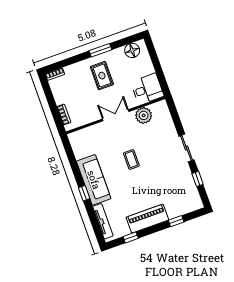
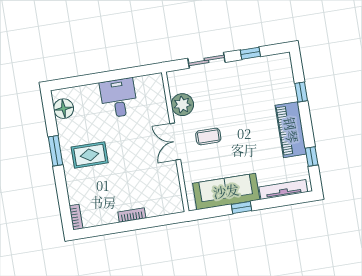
double door: (116, 115) -> (175, 142), moved
wall: (116, 115) -> (175, 142), moved
plant: (144, 115) -> (182, 105), moved

